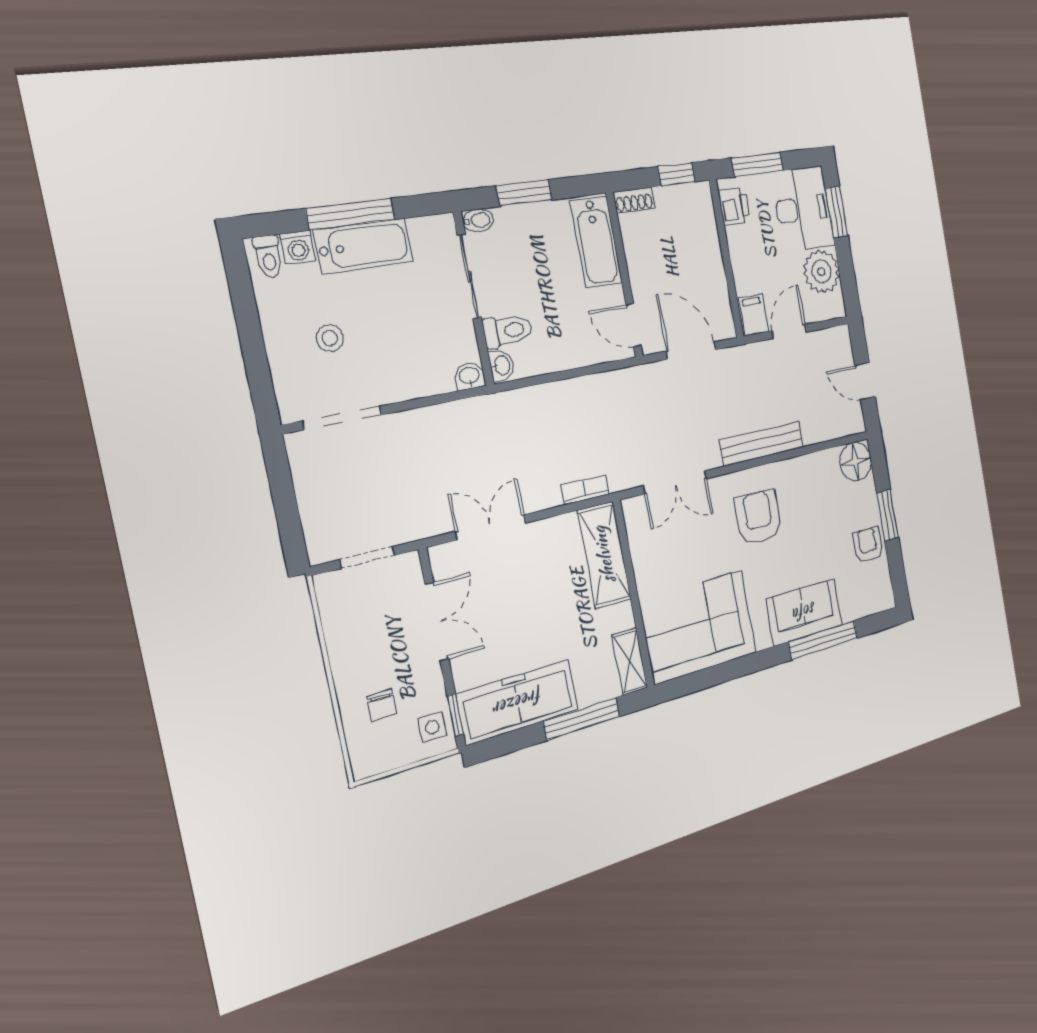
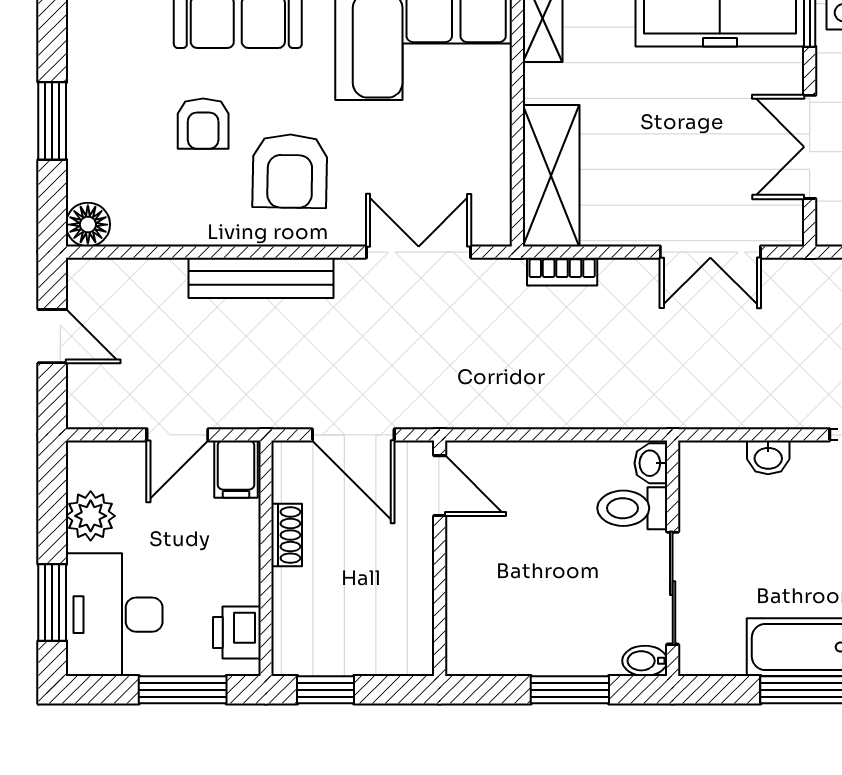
shoe rack: (634, 200) -> (287, 535), moved, turned 90
bathtub: (596, 242) -> (474, 609), removed
plant: (821, 271) -> (91, 516), width x0.73, depth x0.73
washbasin: (469, 376) -> (768, 457), moved
floor lamp: (856, 462) -> (88, 225), width x0.73, depth x0.73
armchair: (868, 545) -> (203, 124), moved

